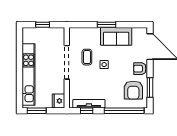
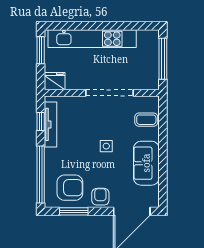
window: (43, 25) -> (163, 59), width x2.17
window: (107, 25) -> (163, 150), removed
coffee table: (87, 57) -> (146, 120), moved
armchair: (133, 90) -> (70, 188), turned 180

